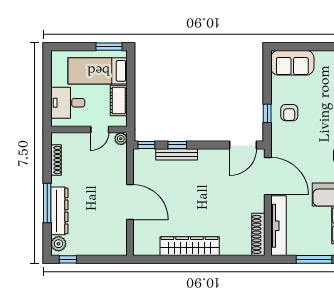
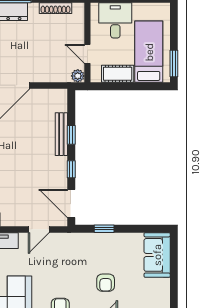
armchair: (289, 113) -> (106, 283), moved, turned -90
window: (146, 145) -> (71, 169), moved
door: (268, 176) -> (39, 229), width x0.53

